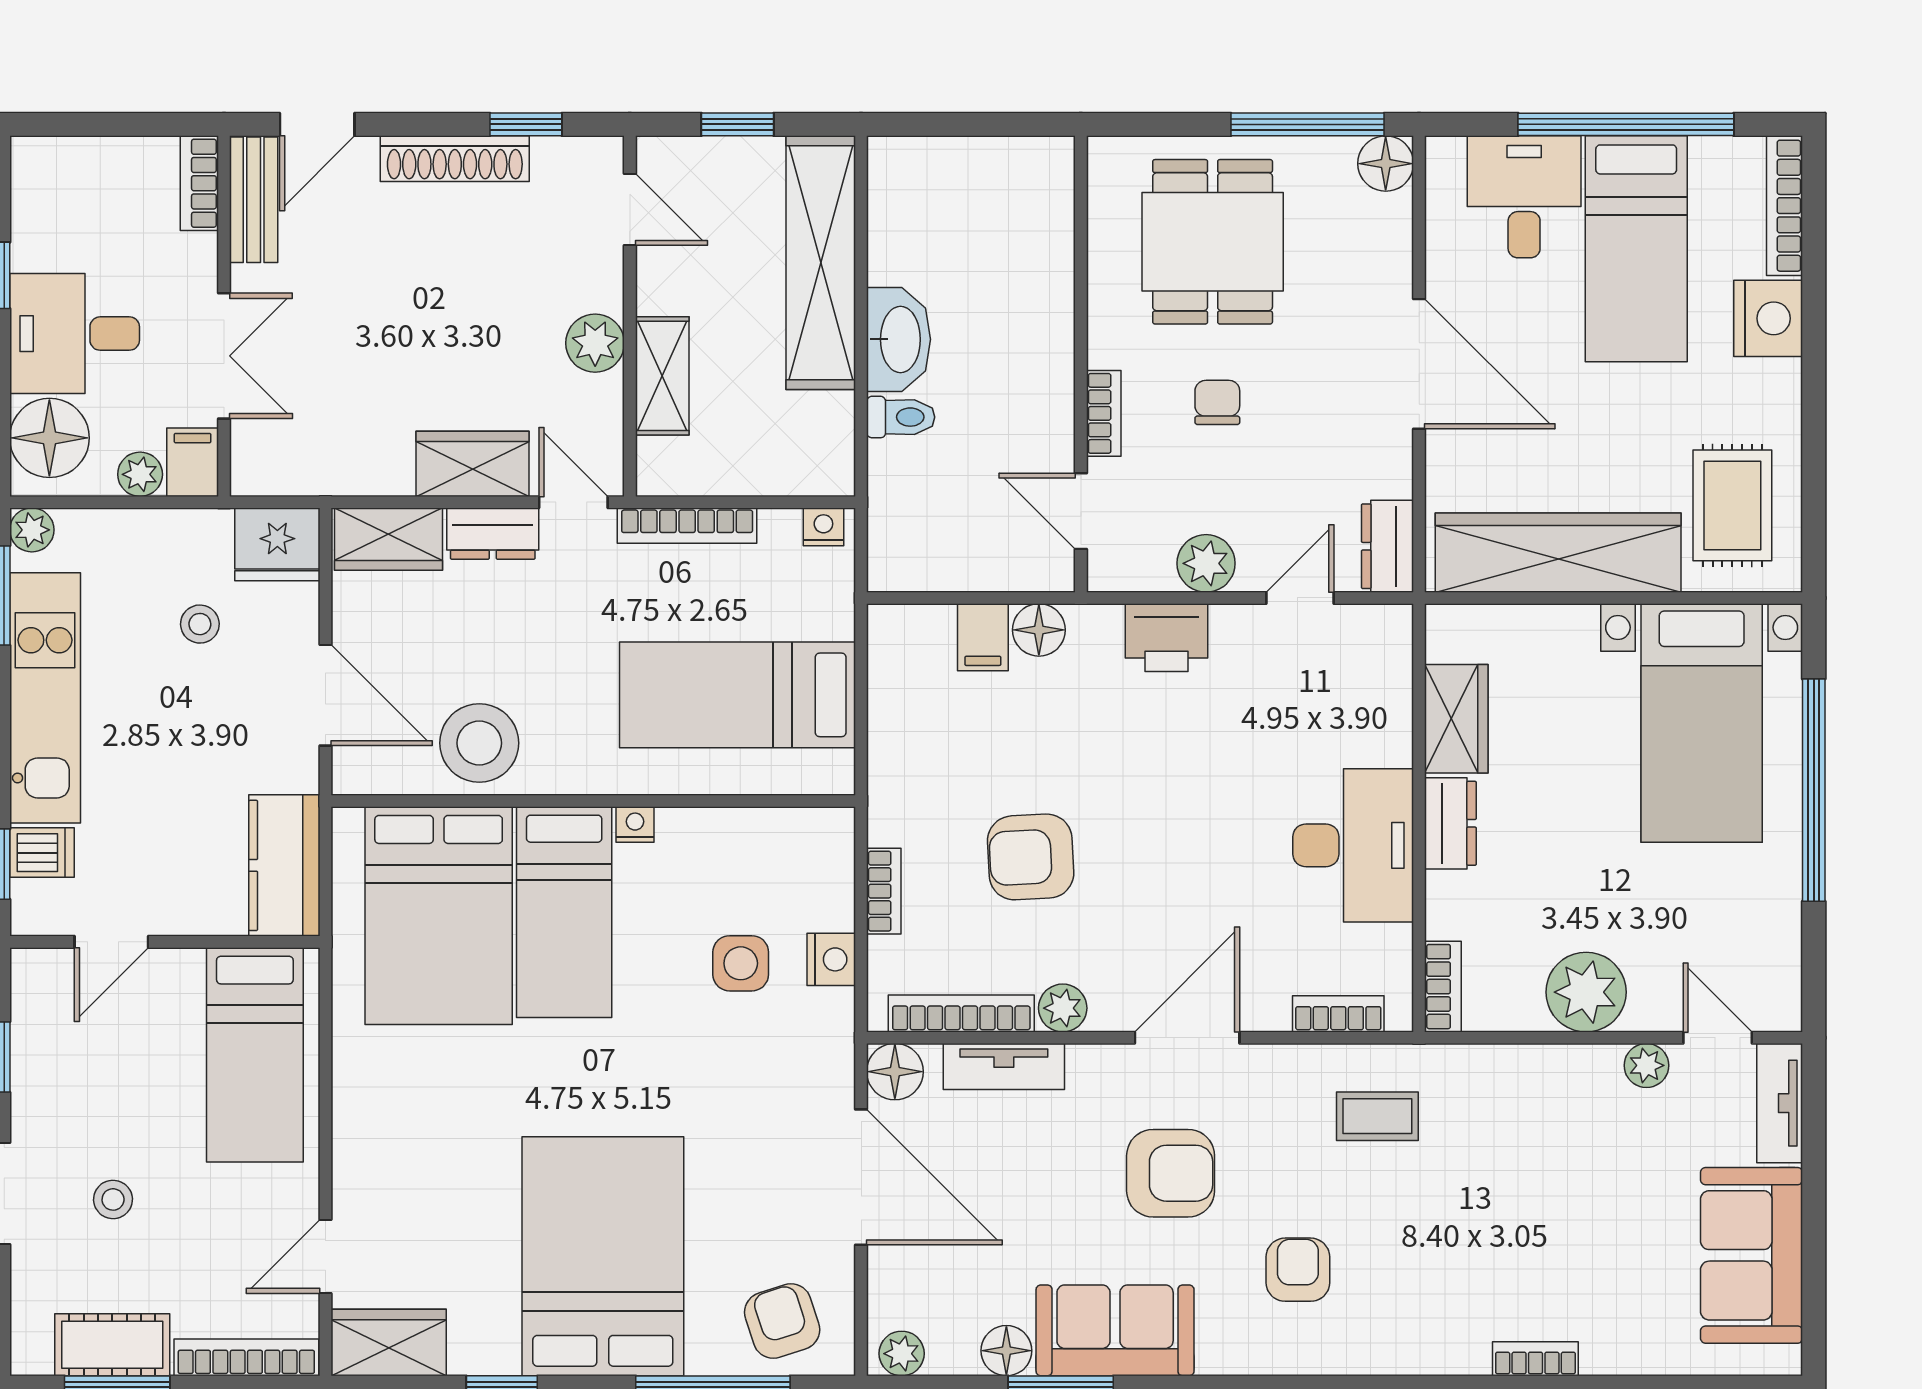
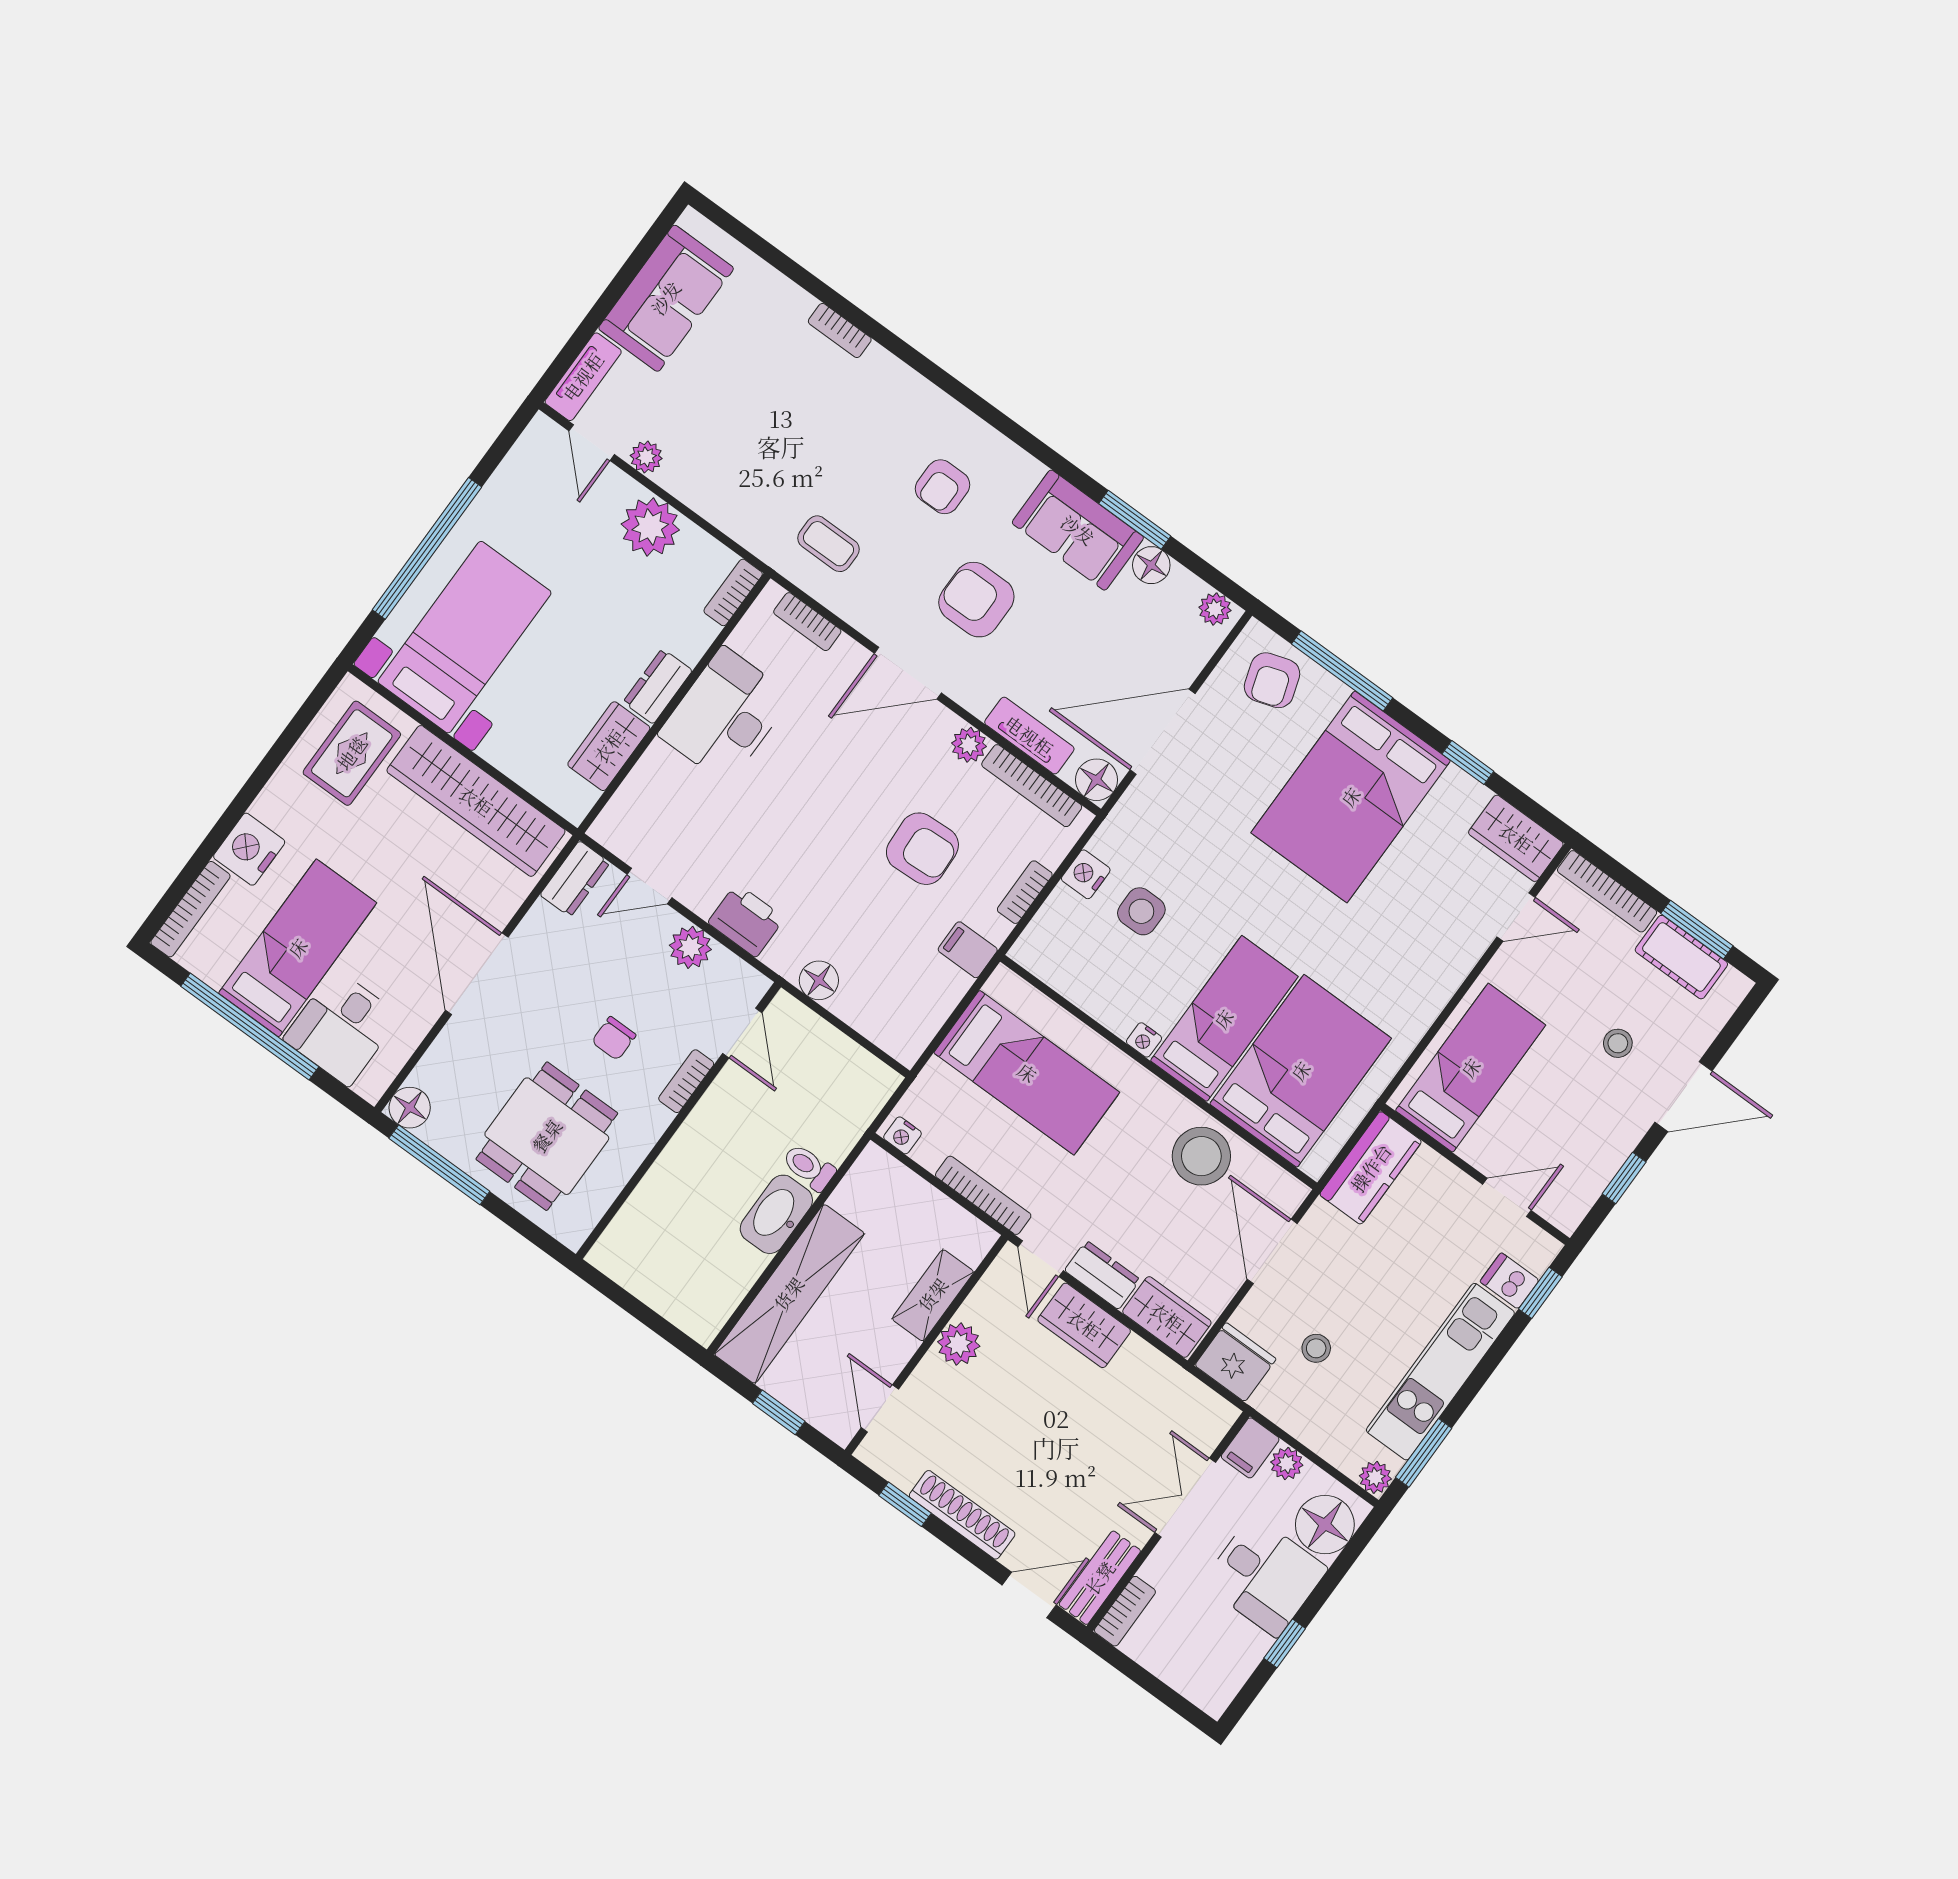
filing cabinet: (983, 637) -> (968, 950), moved, turned -90
door: (861, 1177) -> (1163, 732), hinge flipped

